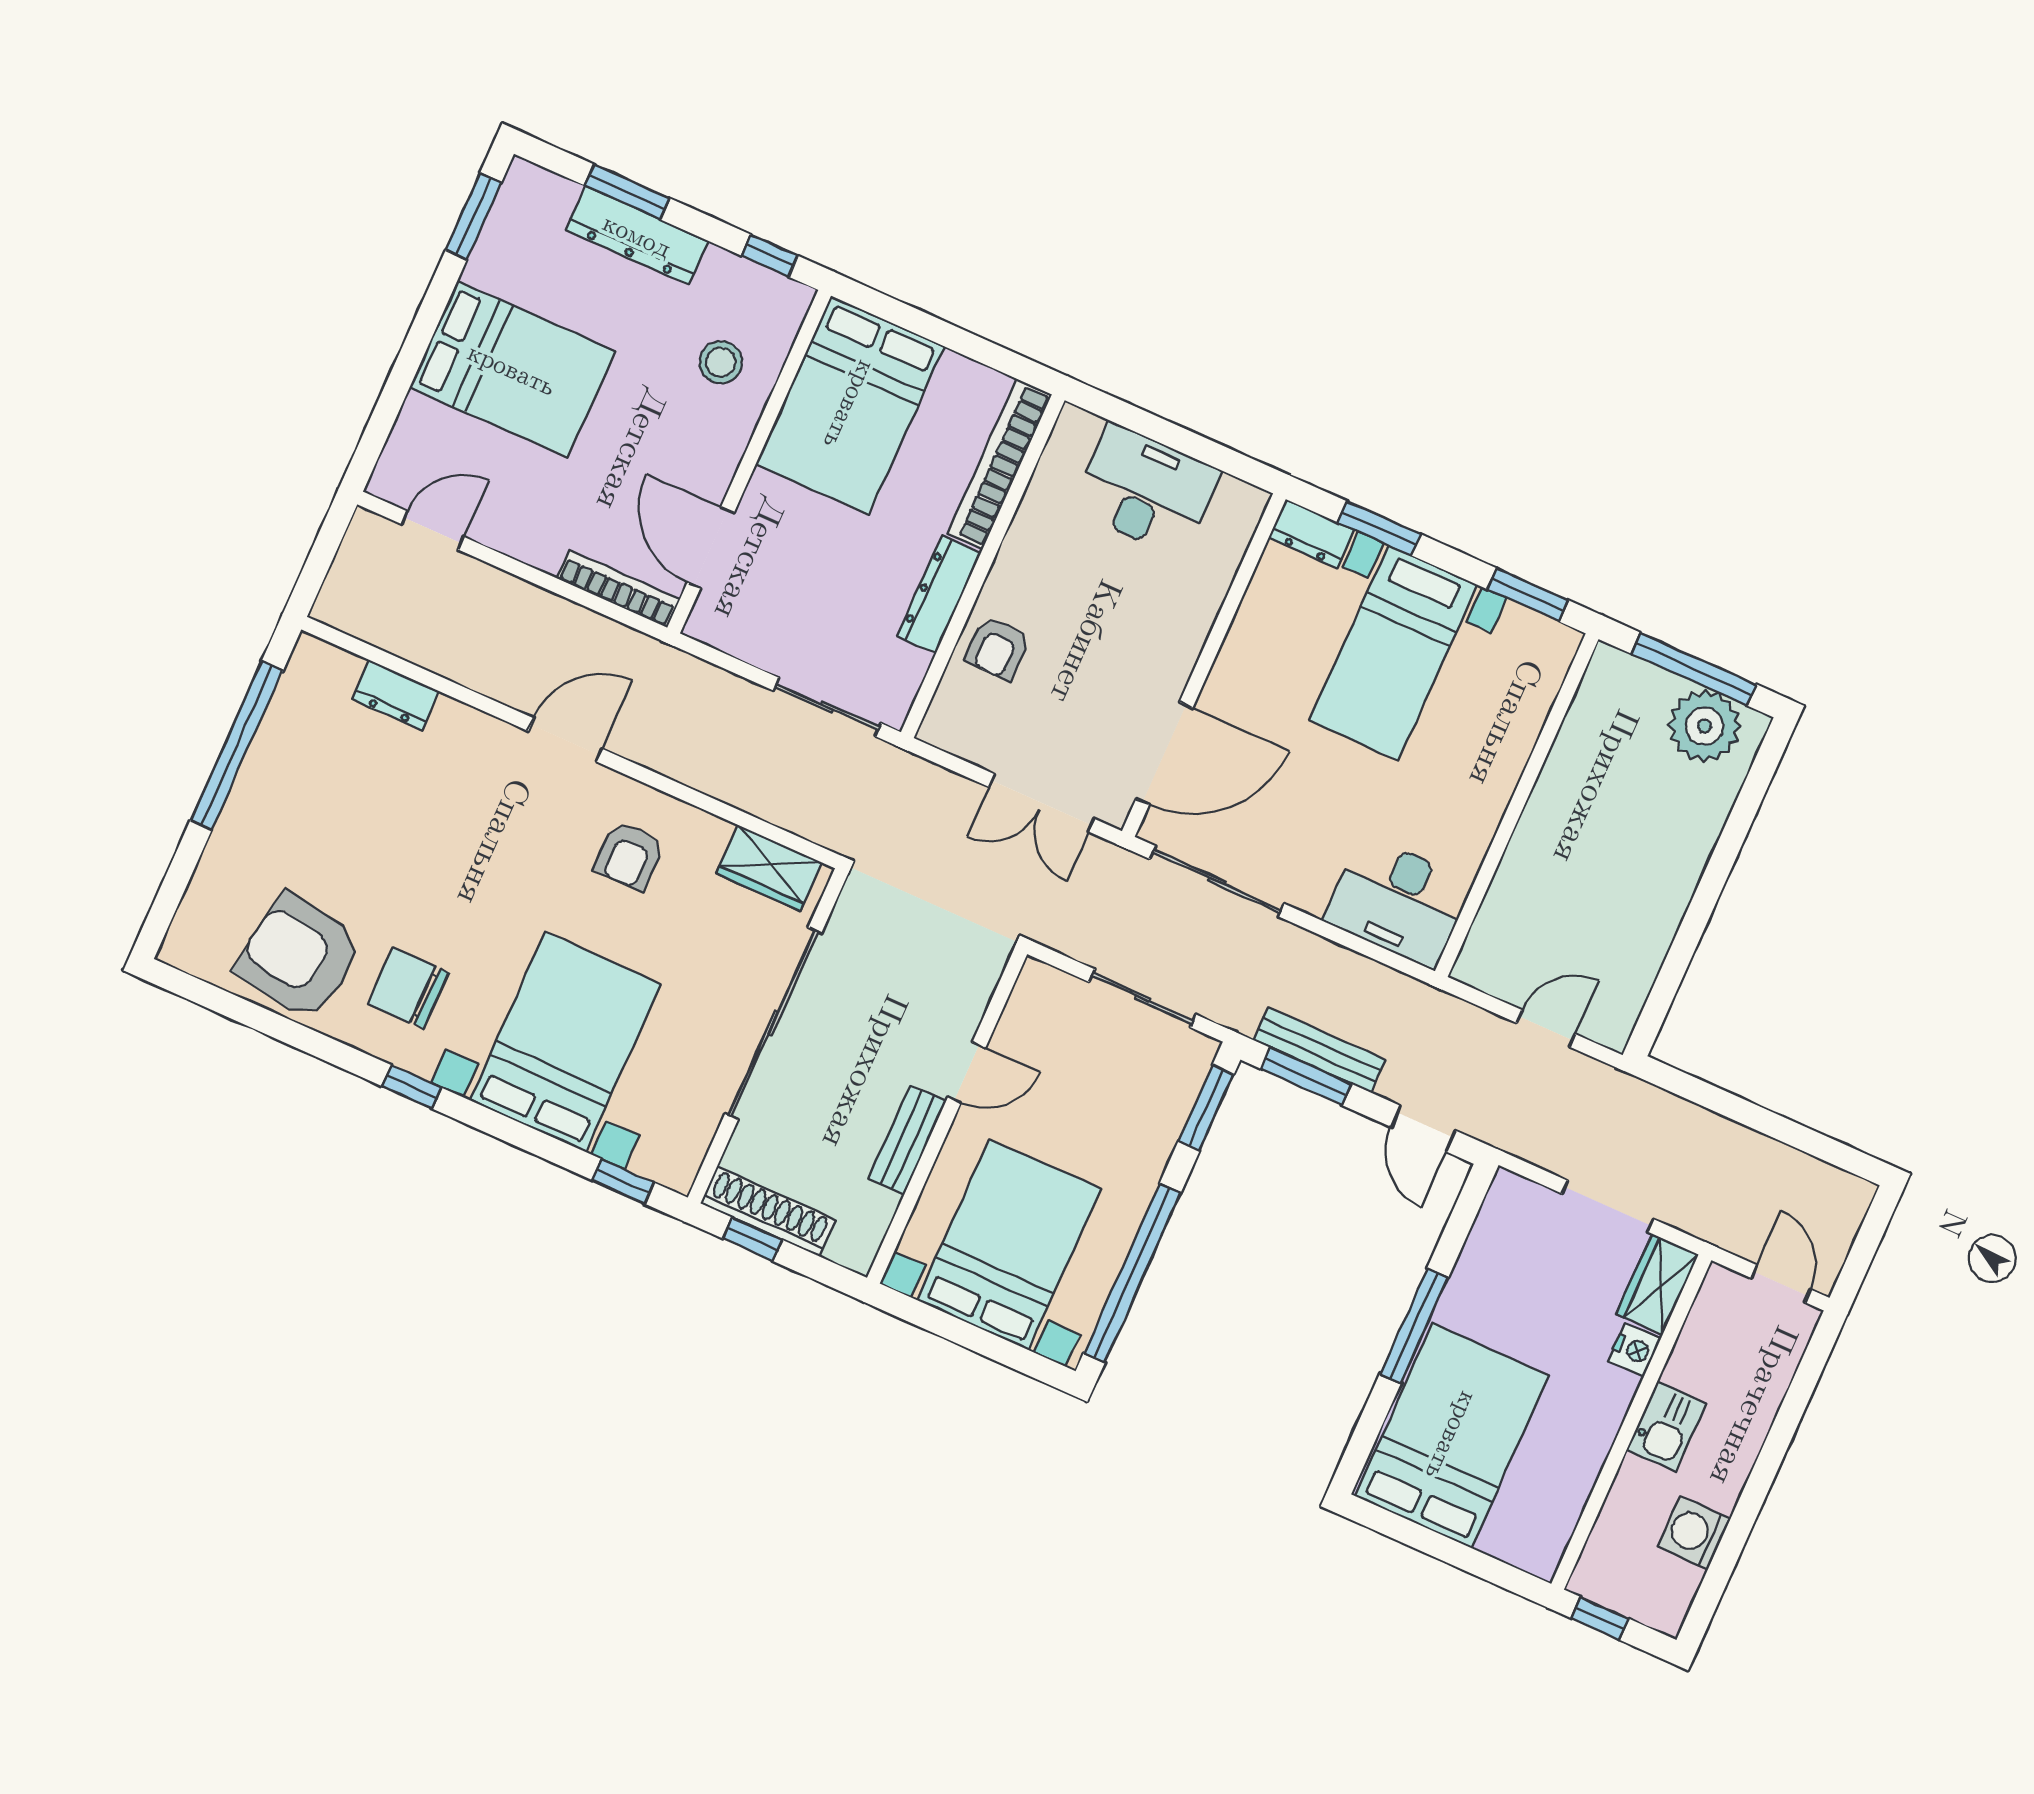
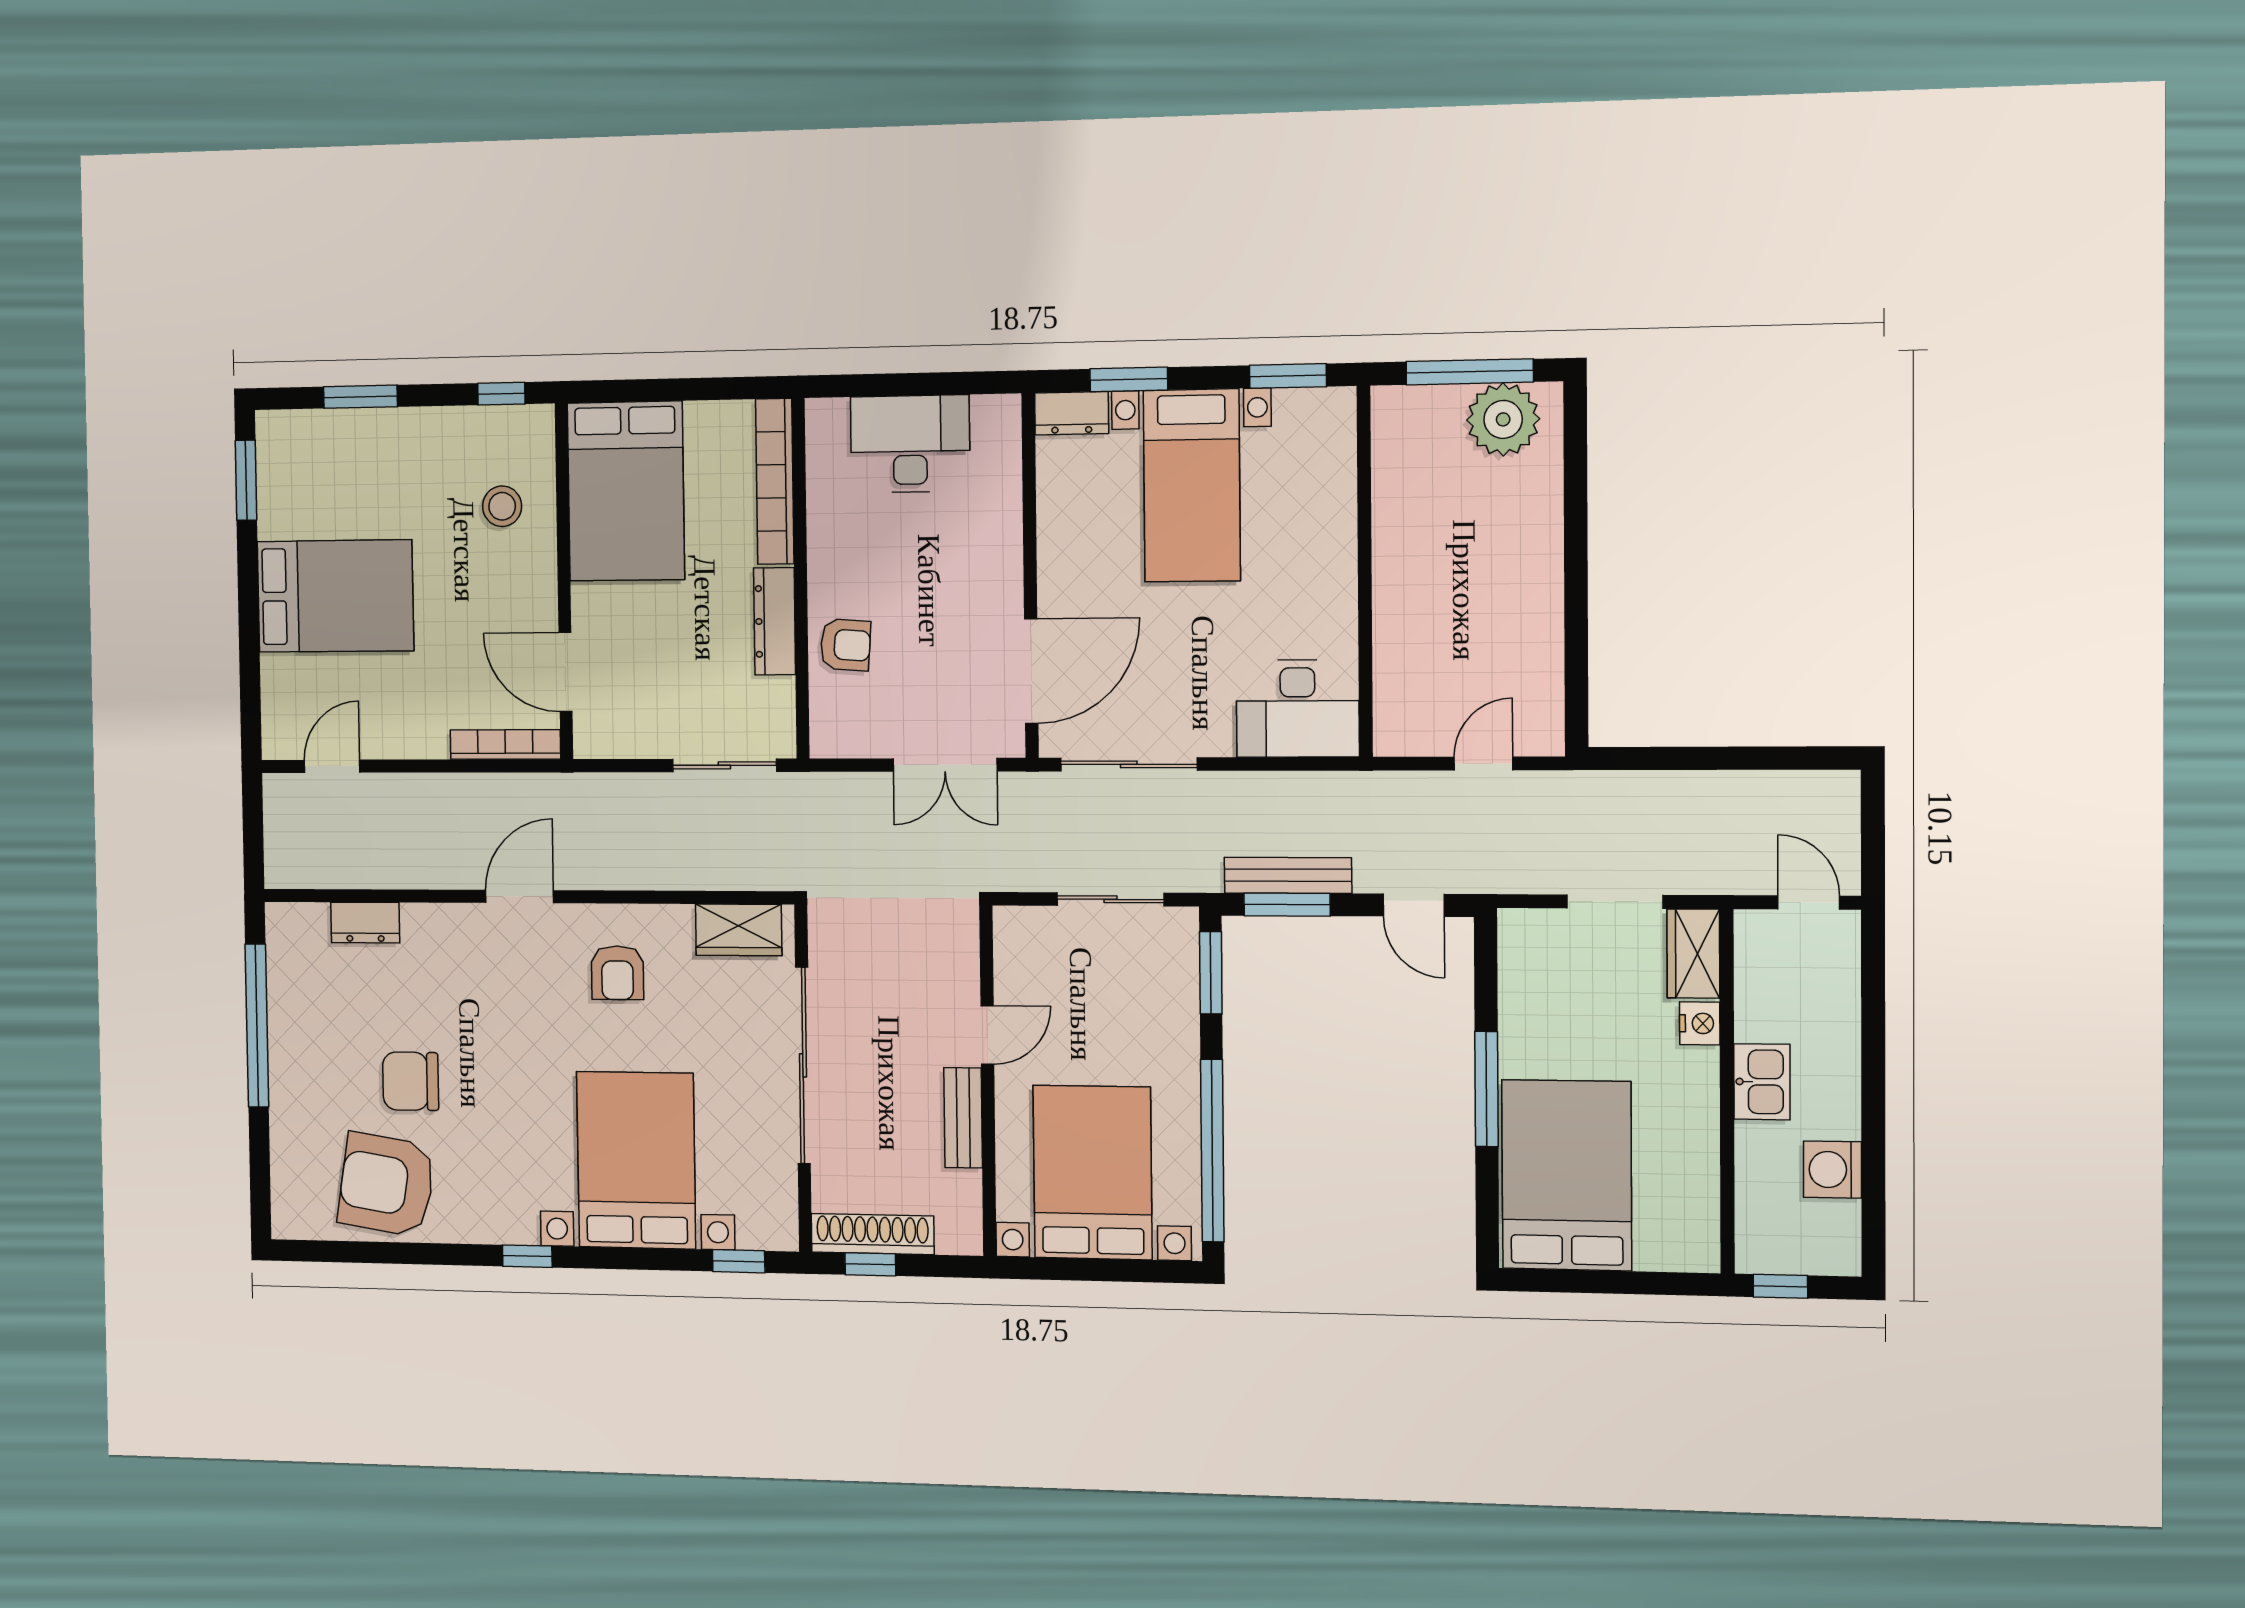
dresser: (637, 235) -> (385, 430), removed
armchair: (998, 648) -> (845, 645), turned -86
chair: (408, 988) -> (411, 1081), moved

